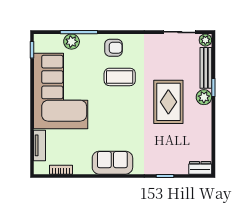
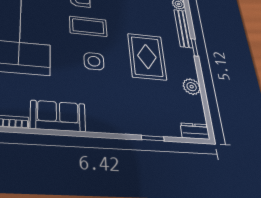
plant: (204, 97) -> (192, 87), moved
side table: (123, 112) -> (94, 61), added
sofa: (112, 163) -> (58, 116), moved

